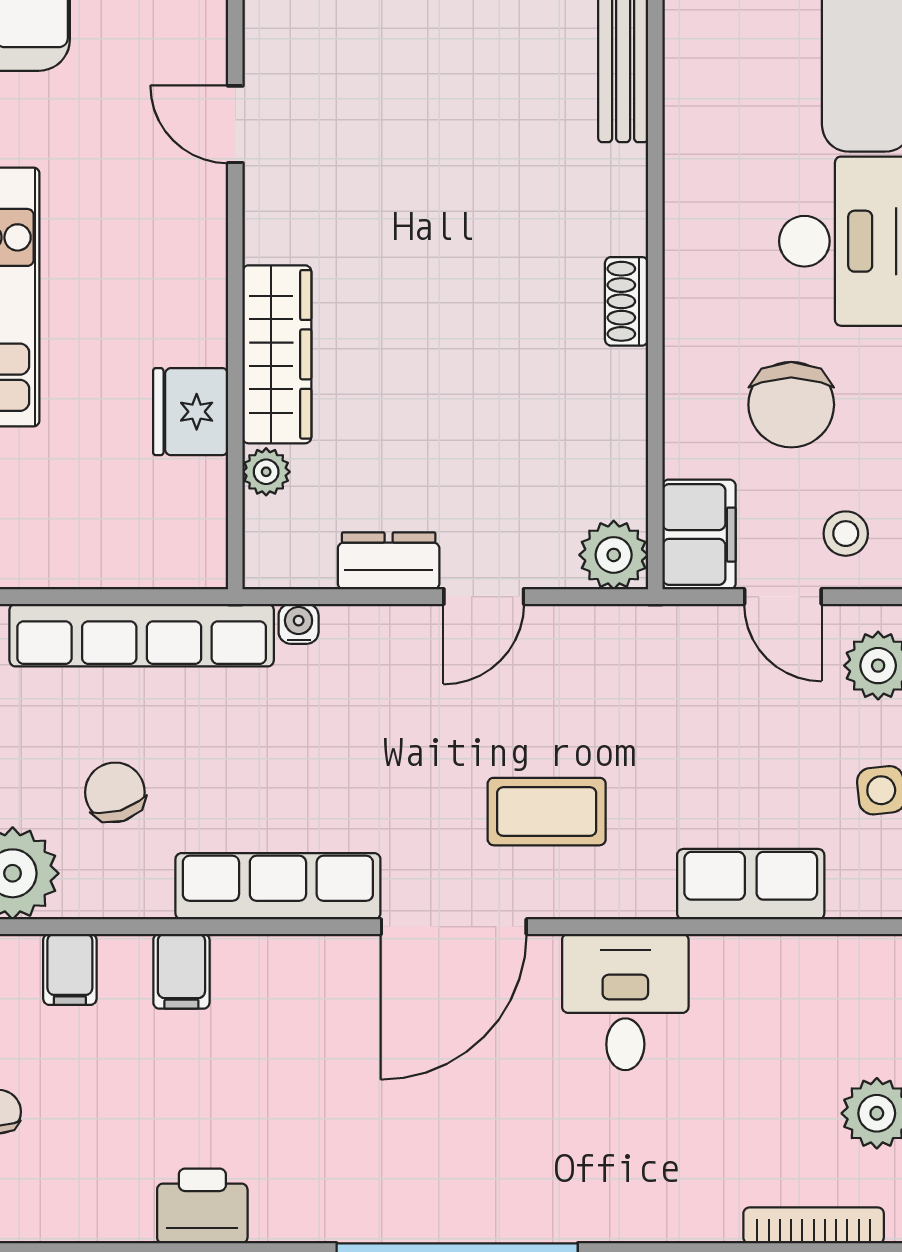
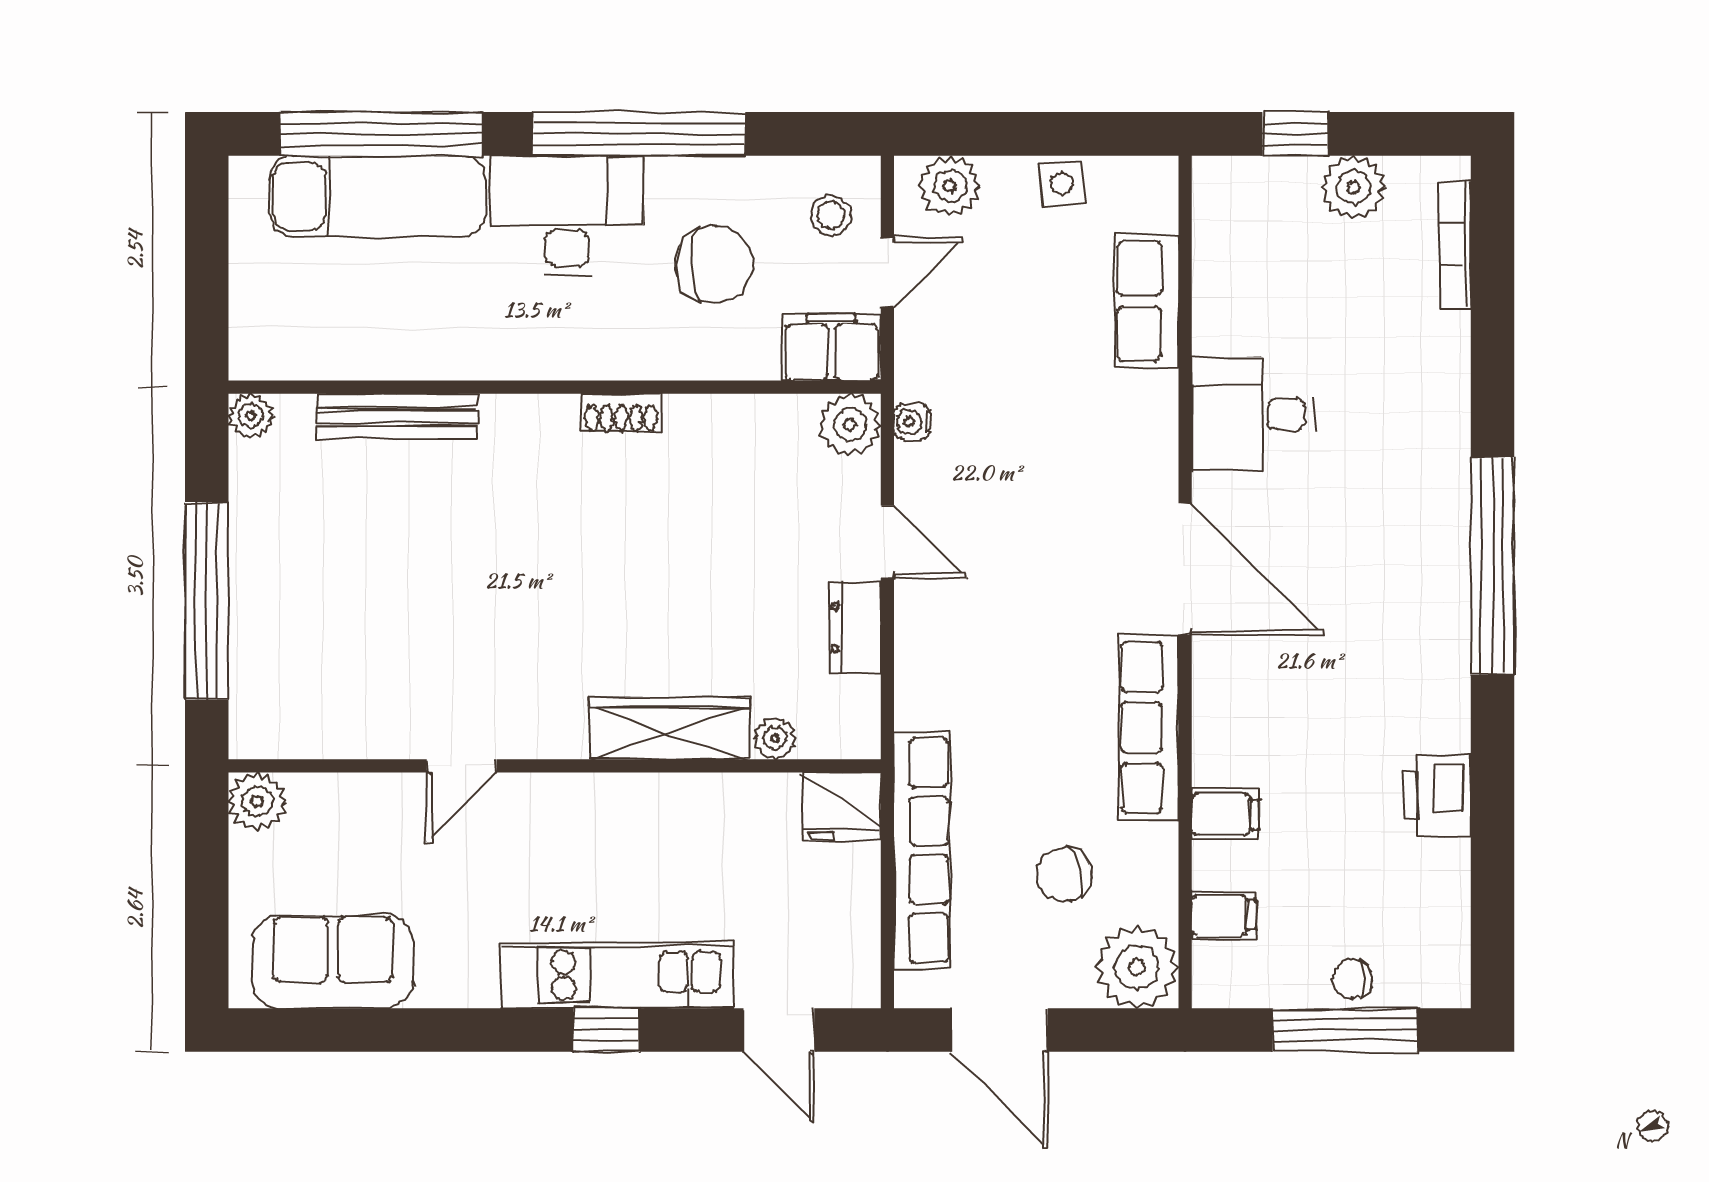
fridge: (191, 412) -> (842, 806), moved
water cooler: (299, 624) -> (912, 422), moved
coffee table: (547, 812) -> (1081, 485), removed

